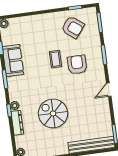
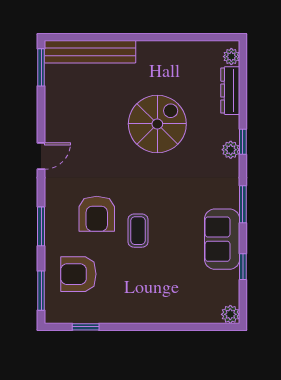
armchair: (73, 27) -> (78, 274), moved, turned -38
spiral stairs: (53, 113) -> (157, 124), turned -90
dresser: (17, 123) -> (230, 91), moved

